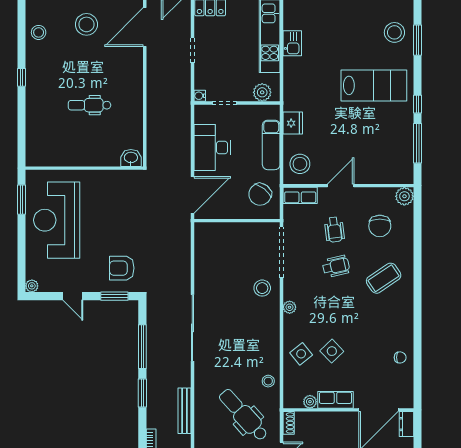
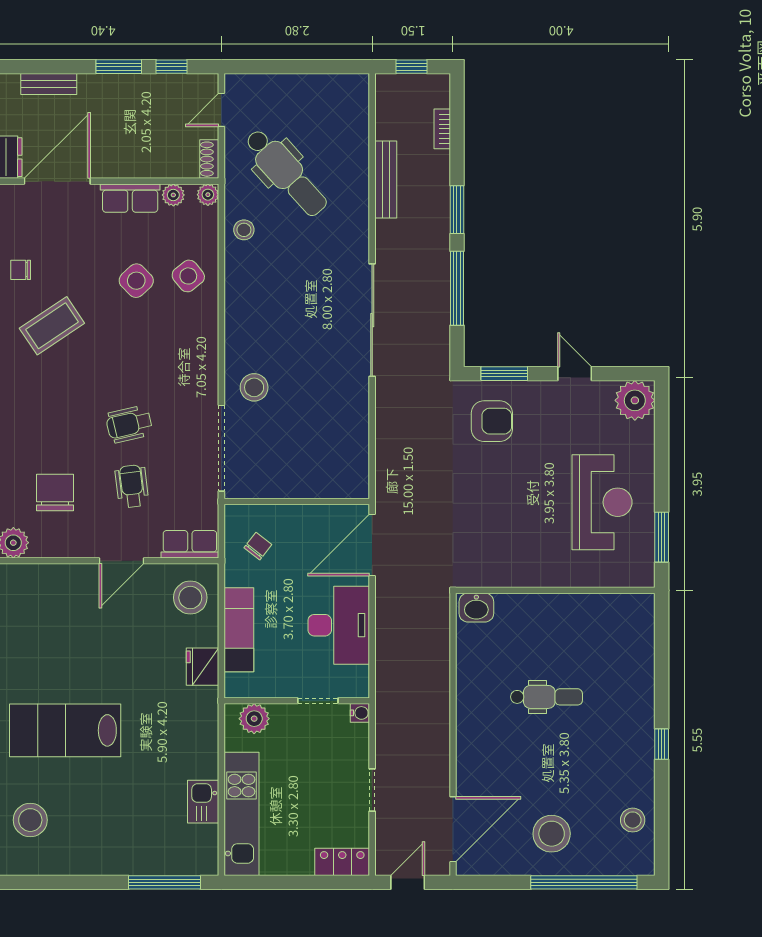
chair: (260, 194) -> (258, 546), width x0.54, depth x0.54
reception desk: (57, 220) -> (602, 502), width x0.74, depth x0.77
coffee table: (384, 278) -> (52, 326), moved
plant: (32, 286) -> (635, 400), width x1.88, depth x1.88
plant: (290, 307) -> (208, 195), moved

